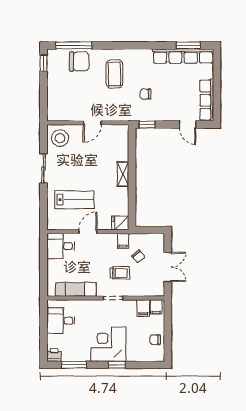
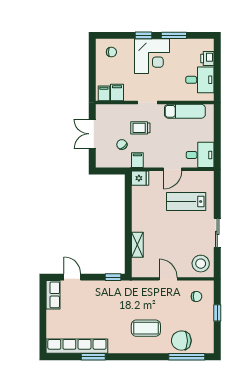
window: (188, 45) -> (93, 357), moved
window: (44, 63) -> (217, 313), moved
coffee table: (114, 74) -> (146, 328), turned 90
chair: (146, 94) -> (197, 296), moved
row of seats: (207, 100) -> (53, 295), width x0.68
door: (92, 123) -> (168, 279), hinge flipped
shelving: (123, 174) -> (137, 245), moved
chair: (155, 340) -> (111, 52), moved
printer: (54, 355) -> (207, 59), moved, turned 90
window: (74, 365) -> (174, 35), moved

